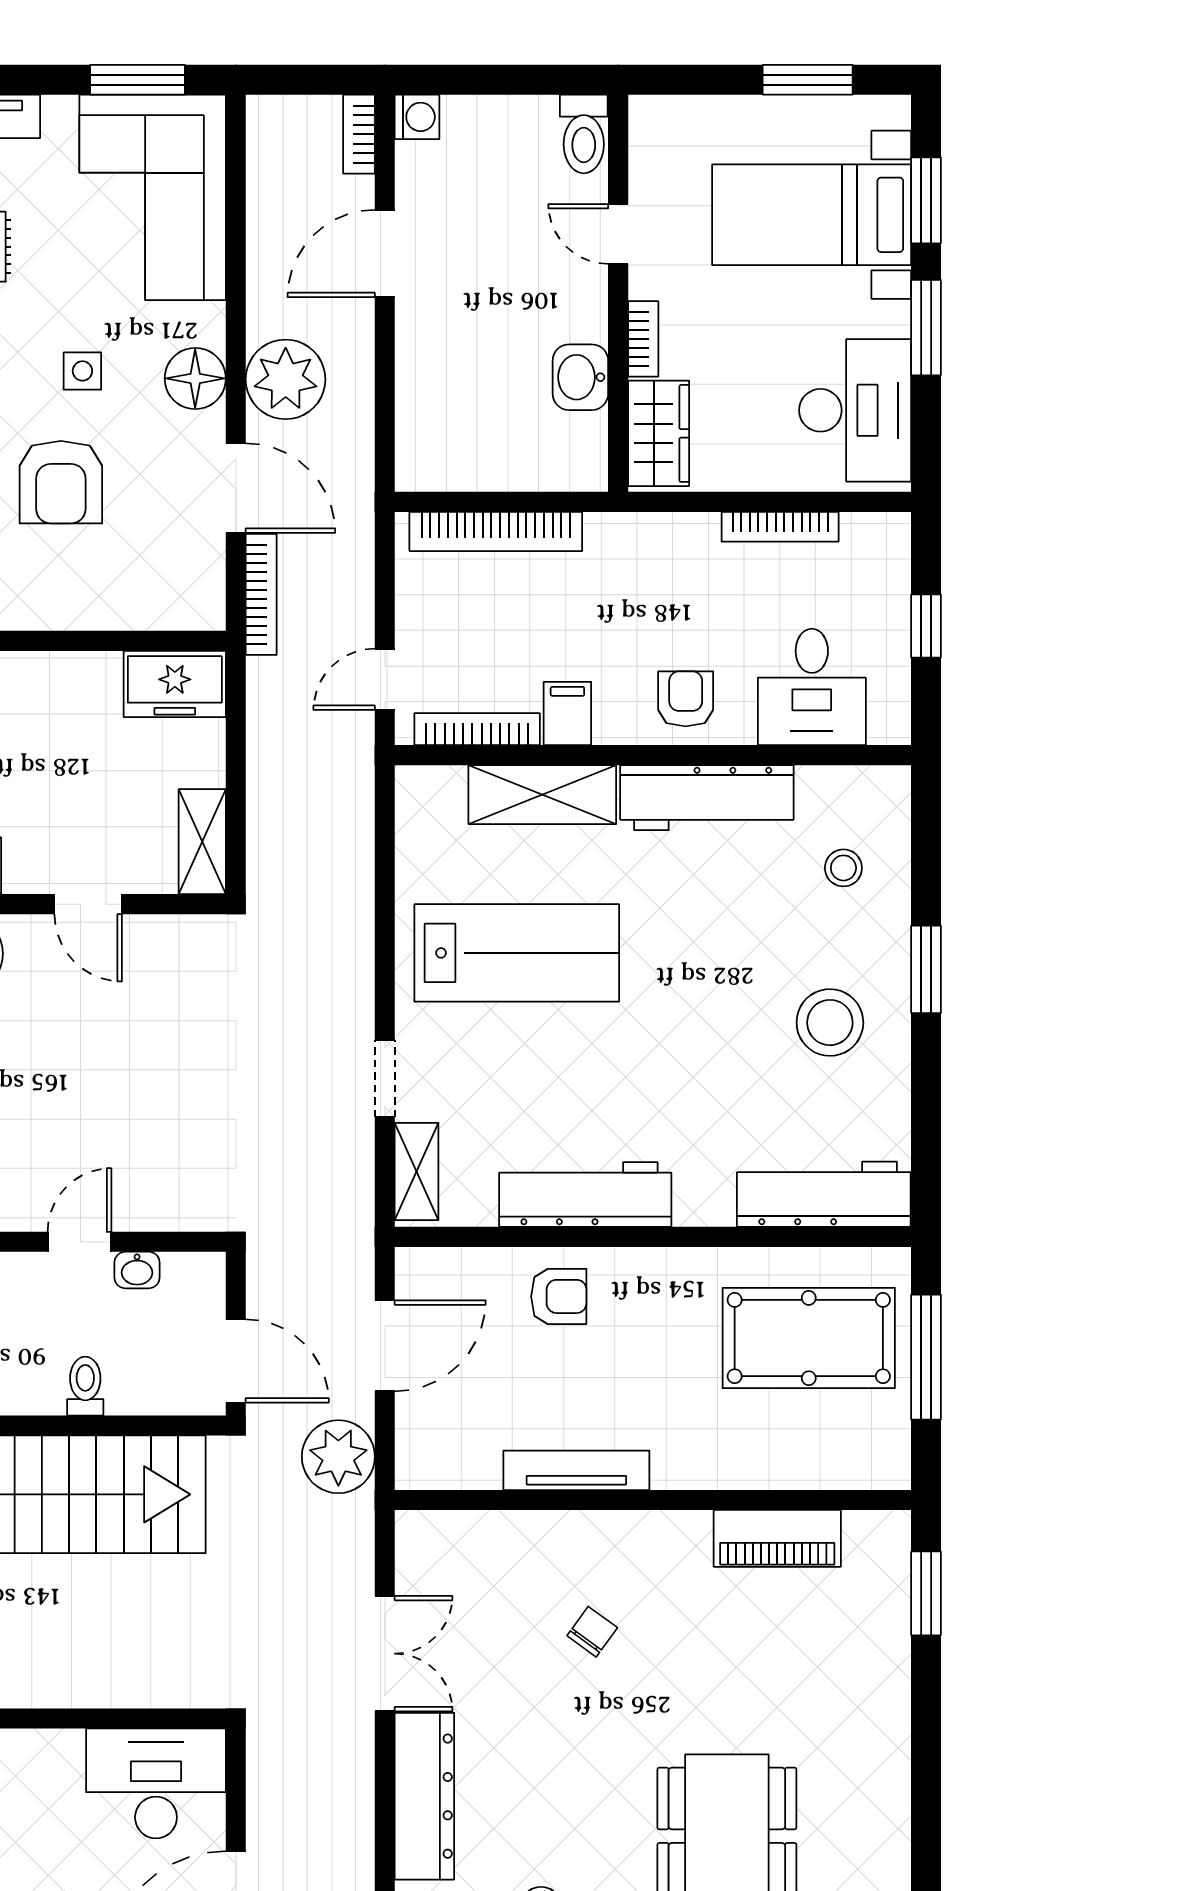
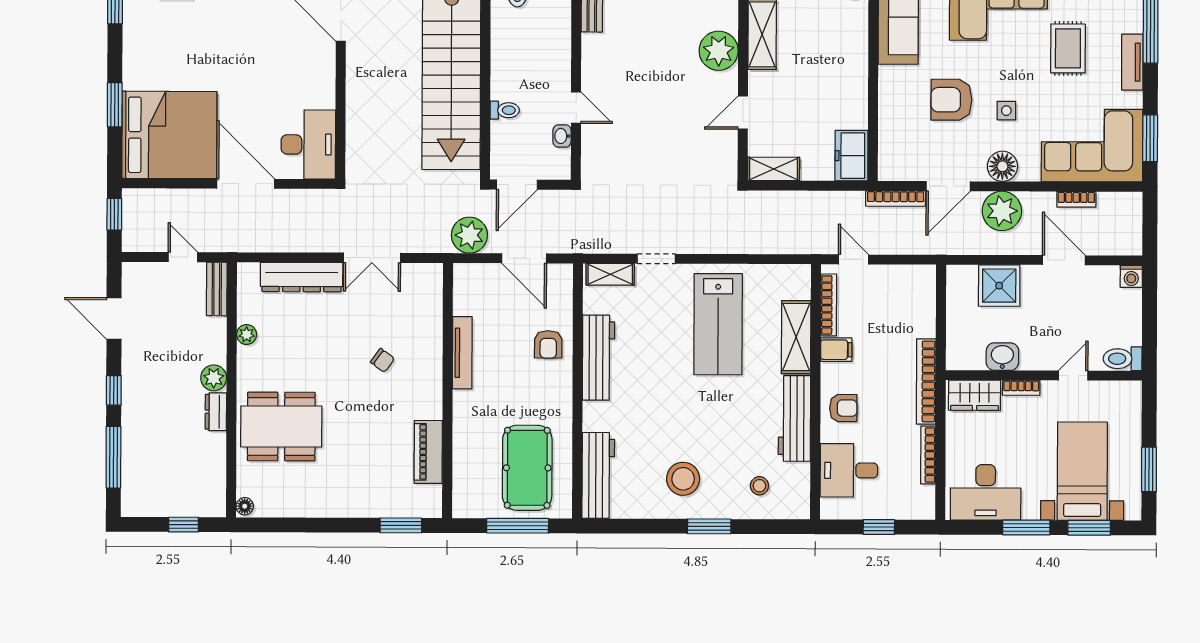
bookcase: (359, 134) -> (1076, 199), moved, turned 180
shower: (437, 384) -> (999, 286), added
bookcase: (496, 531) -> (926, 381), moved

